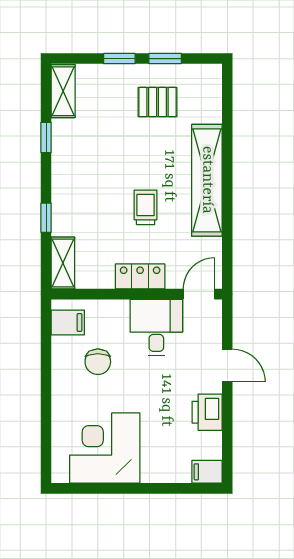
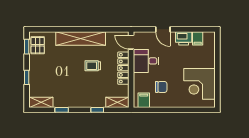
window: (165, 59) -> (27, 47), moved
pallet: (158, 102) -> (38, 45), moved
locker: (140, 276) -> (123, 68), width x1.53
door: (227, 366) -> (163, 29), swing flipped
filing cabinet: (207, 472) -> (198, 38), moved

